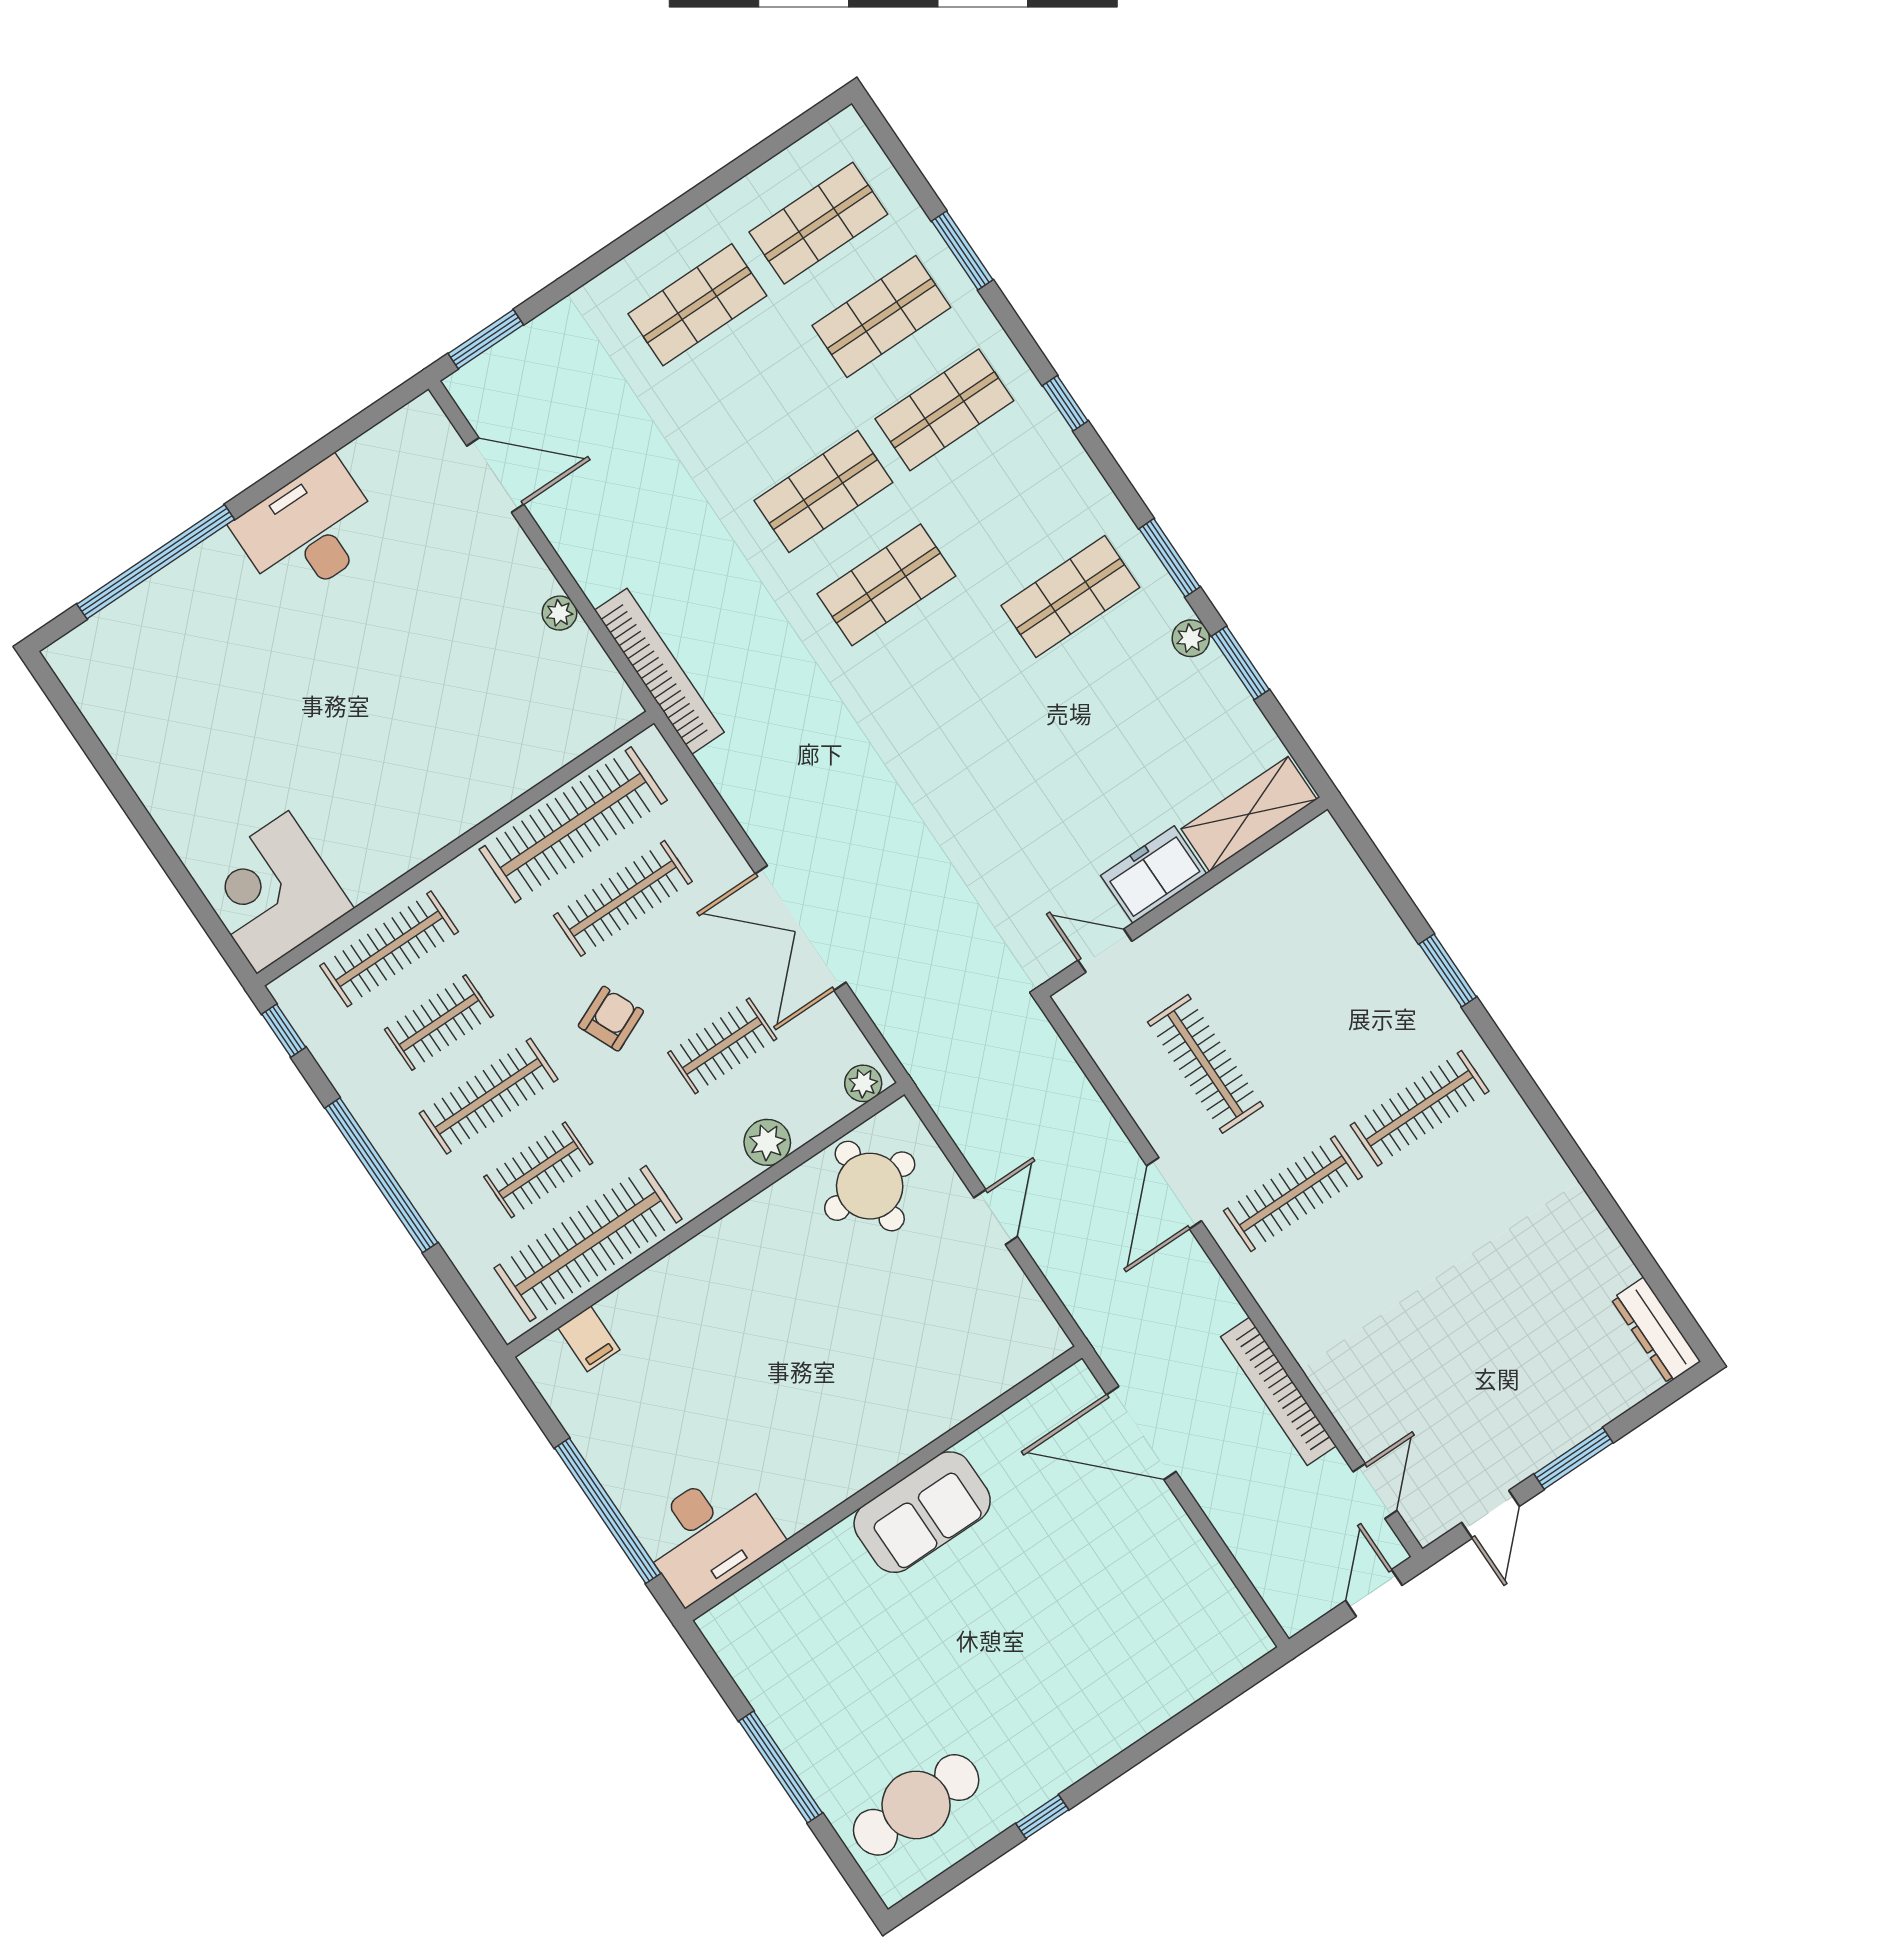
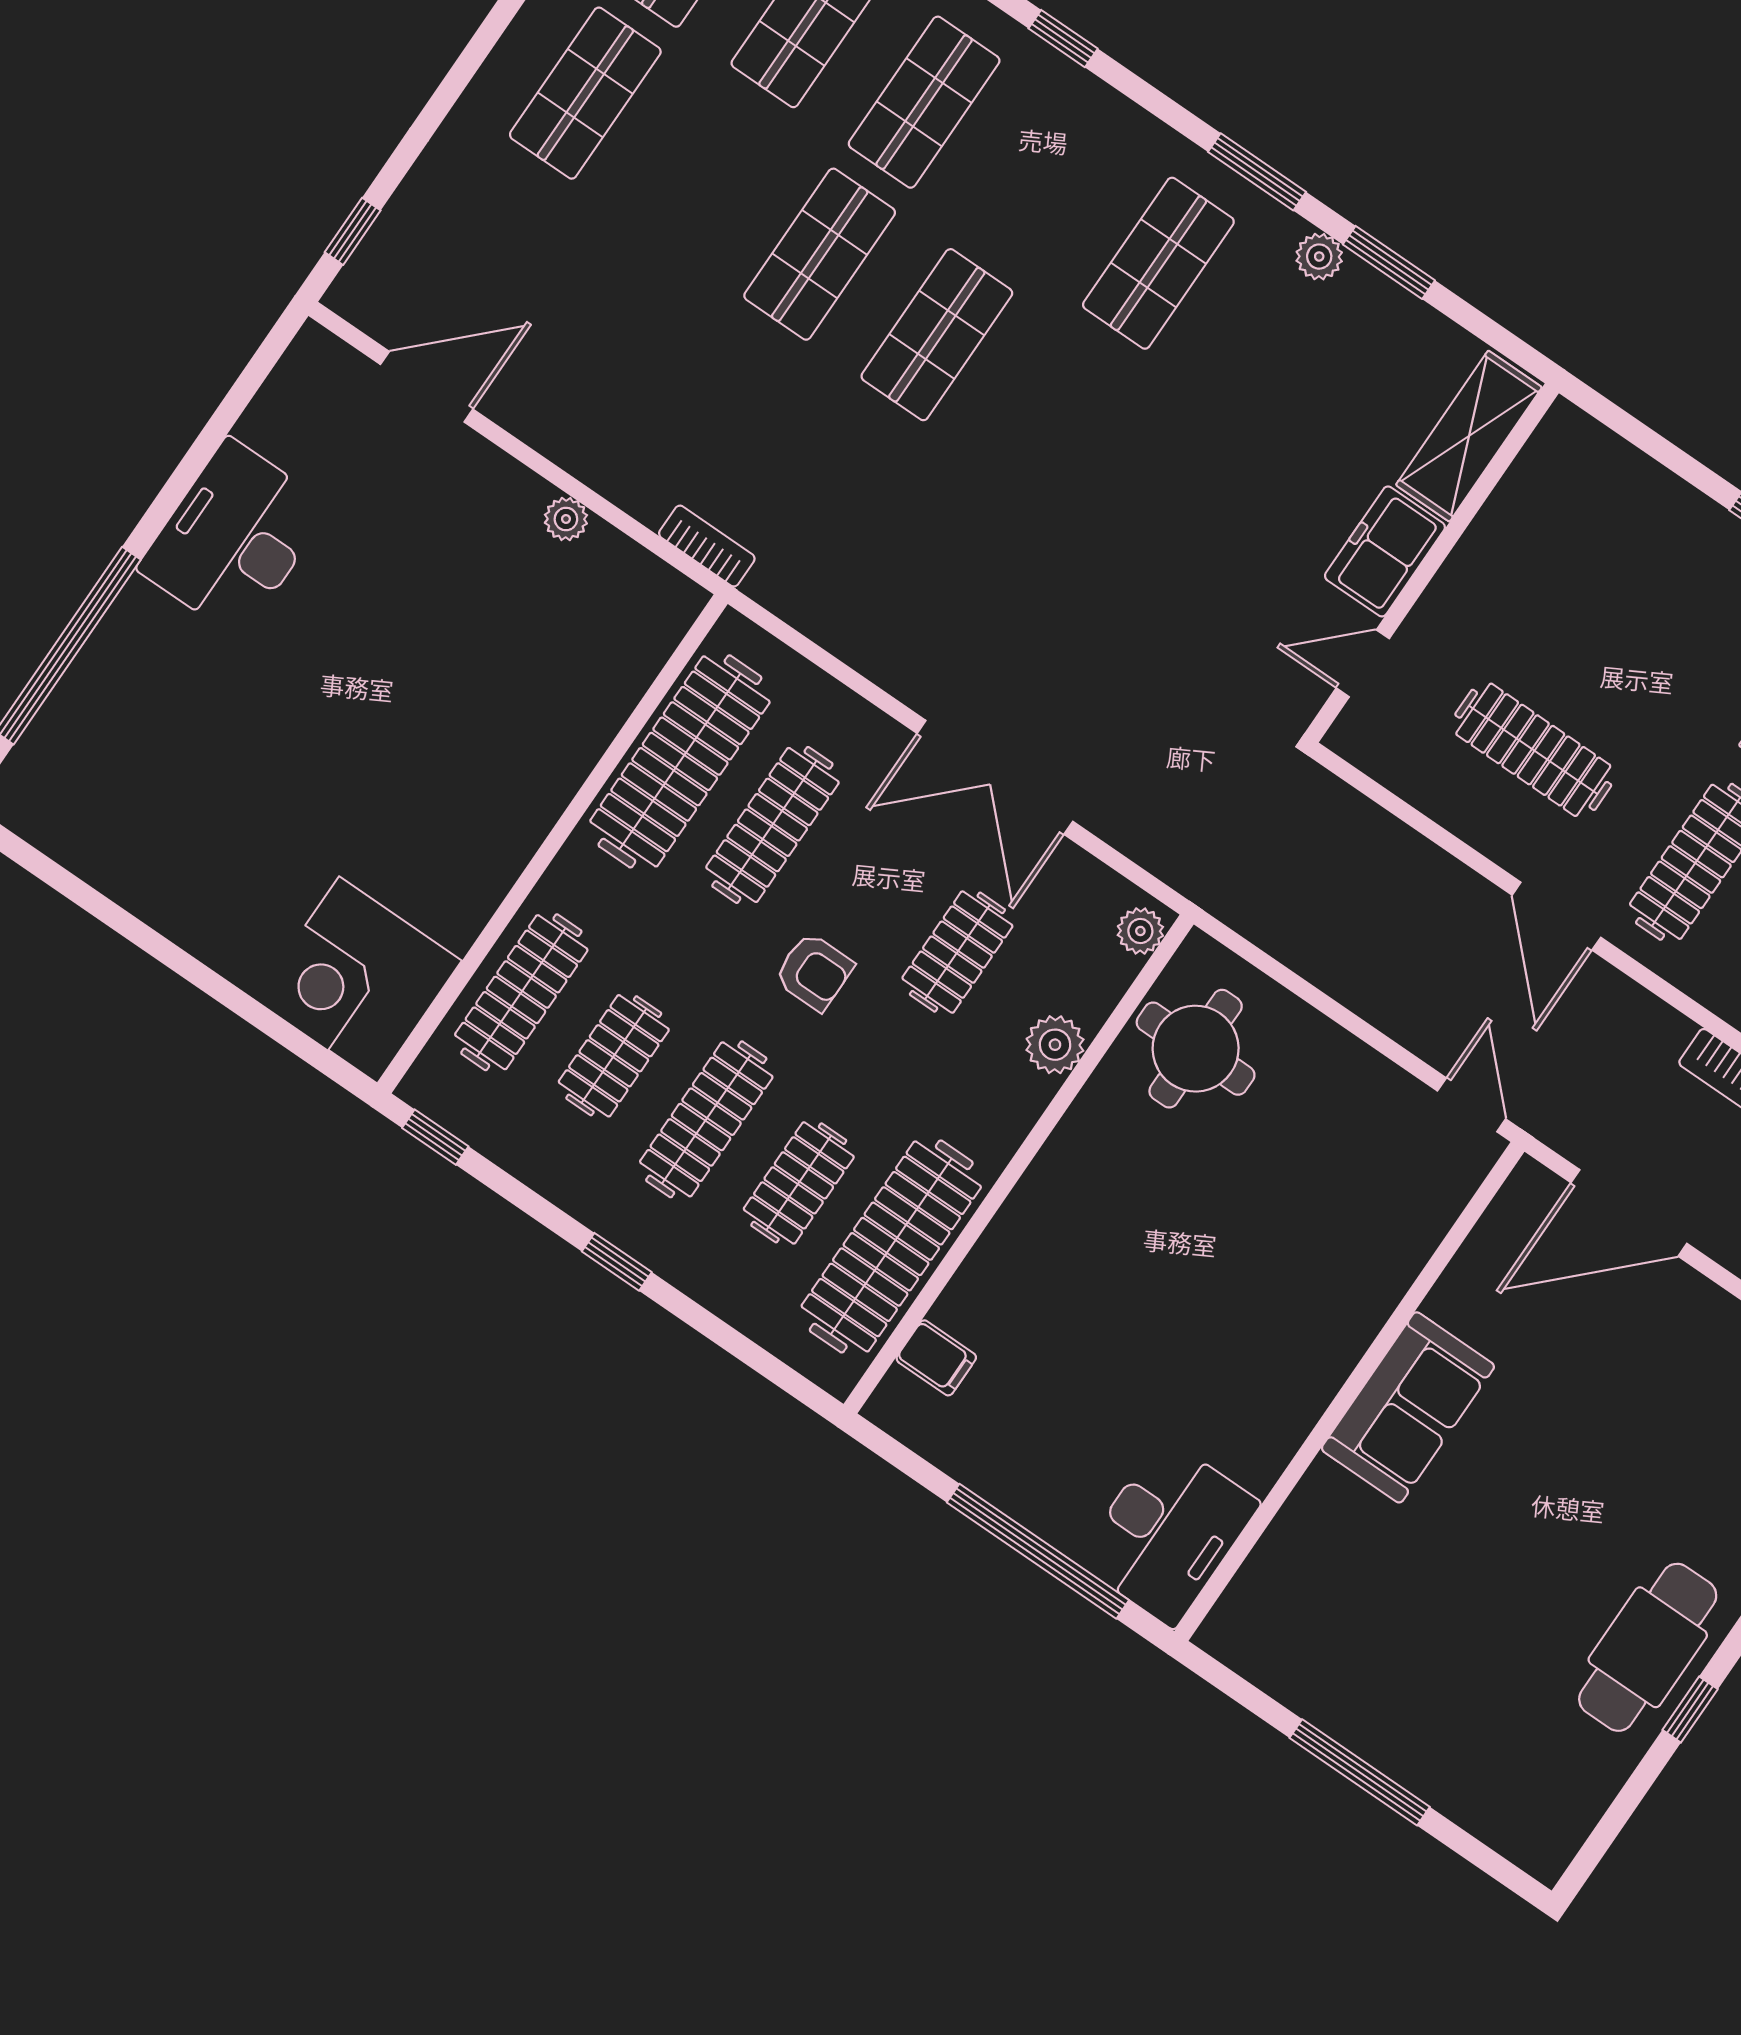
window: (486, 339) -> (353, 231), width x0.67
bookcase: (659, 671) -> (707, 546), width x0.43, depth x0.76
armchair: (611, 1019) -> (814, 972), turned 114
window: (381, 1175) -> (617, 1262), width x0.32
door: (996, 1217) -> (1472, 1105), moved
cafe table: (916, 1805) -> (1648, 1647), moved

